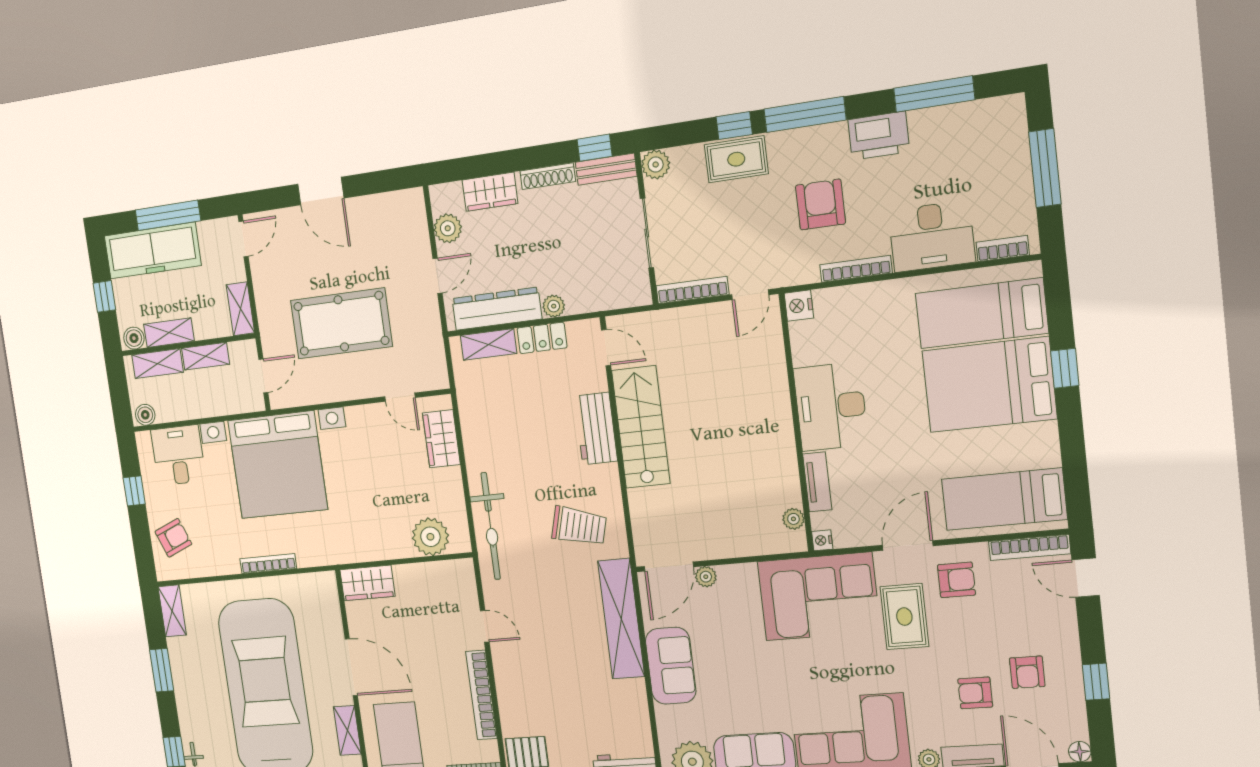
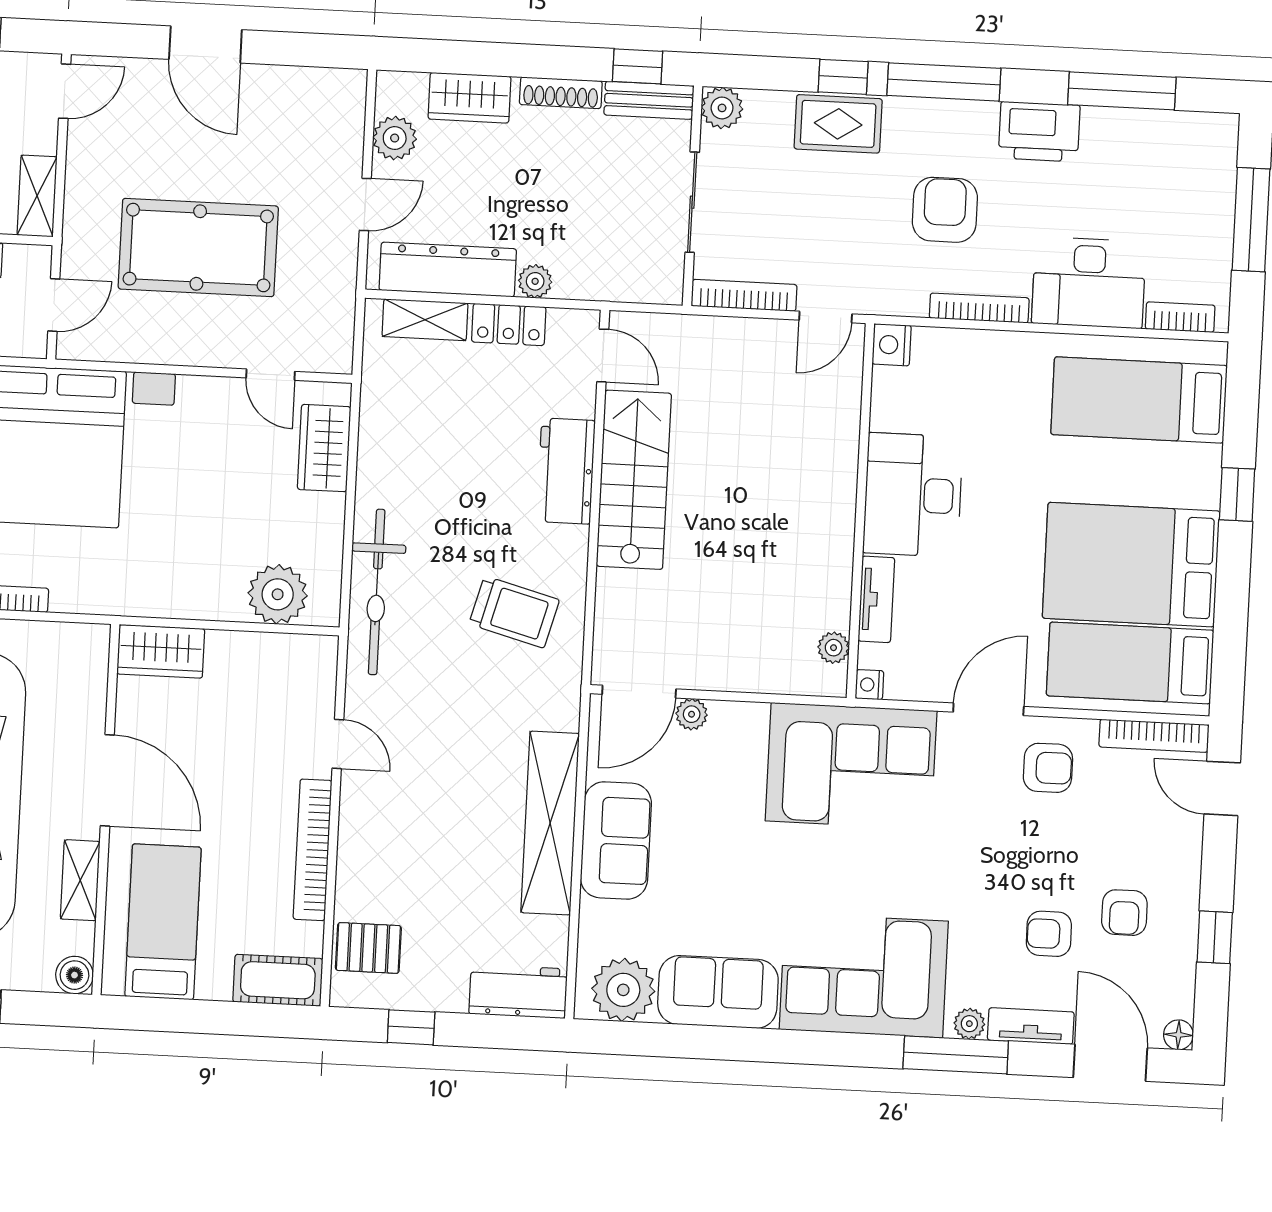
bed: (989, 385) -> (1131, 565), moved
rug: (904, 617) -> (968, 811), removed
shelving: (621, 619) -> (550, 823), moved

